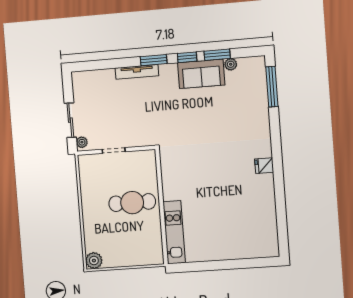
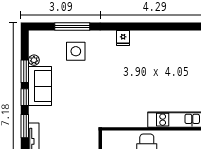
window: (272, 87) -> (72, 27), moved
side table: (245, 112) -> (76, 51), added

